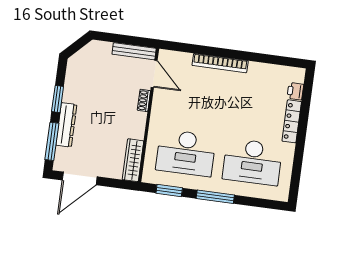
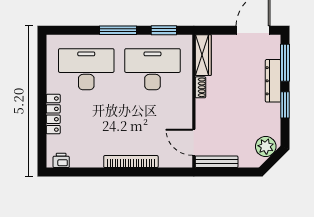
plant: (83, 60) -> (266, 146), added
printer: (295, 91) -> (61, 160), moved, turned -90
shoe rack: (144, 100) -> (200, 87), moved

